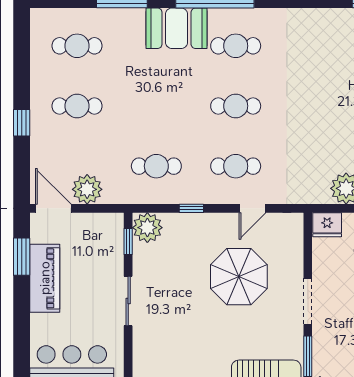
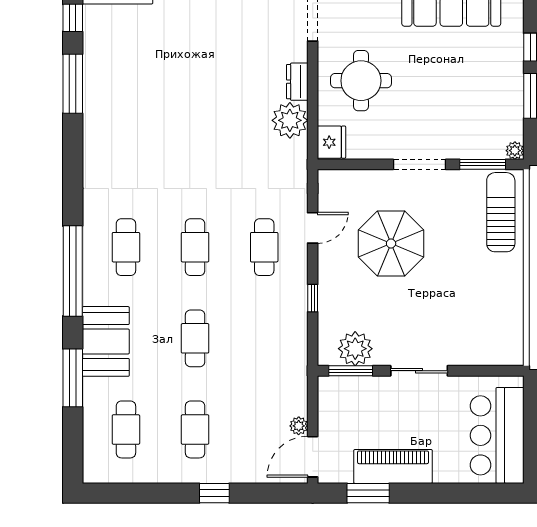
booth: (177, 28) -> (106, 341), moved
cafe table: (156, 166) -> (195, 338), moved
plant: (87, 189) -> (299, 426), width x0.53, depth x0.53
door: (252, 208) -> (313, 228), hinge flipped
plant: (147, 228) -> (355, 349), moved
window: (128, 242) -> (351, 371), width x1.50

